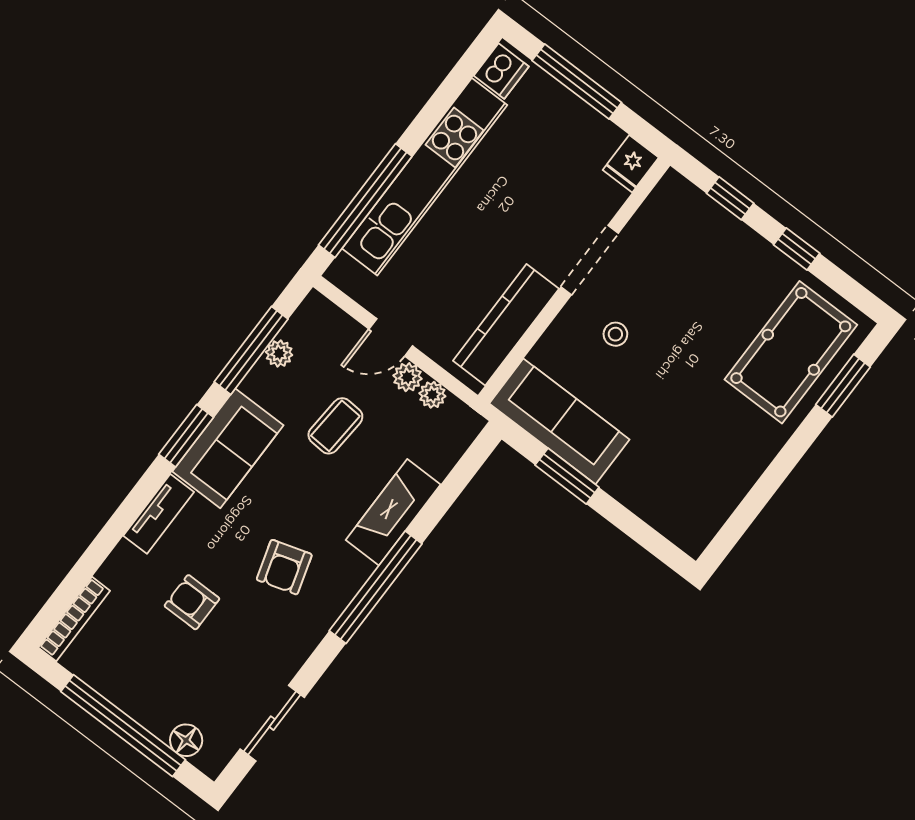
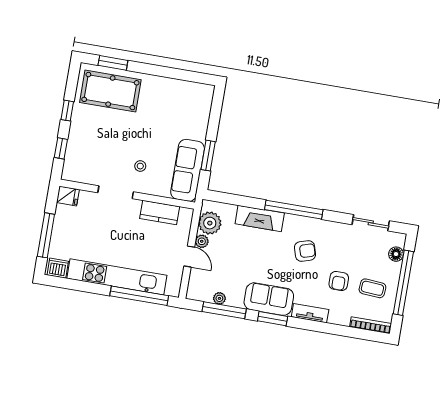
kitchen counter: (506, 325) -> (160, 212), width x0.67
plant: (432, 395) -> (210, 223), width x1.87, depth x1.87
coffee table: (335, 426) -> (372, 288), moved

